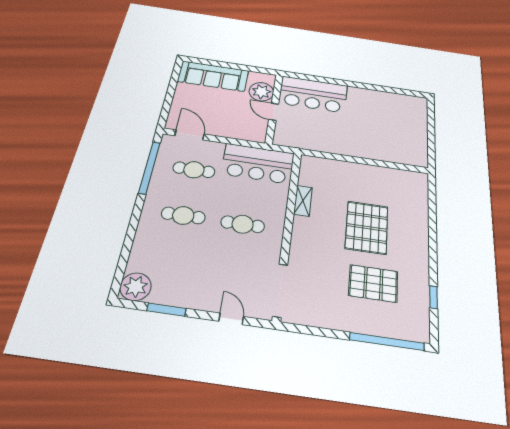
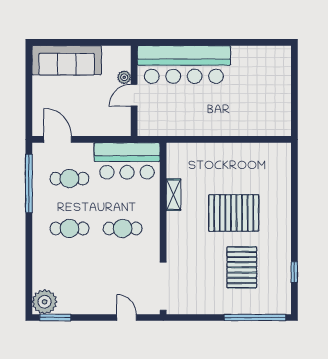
plant: (261, 92) -> (124, 77), width x0.53, depth x0.53
bar counter: (313, 94) -> (184, 65), width x1.36
door: (274, 112) -> (134, 95), hinge flipped
pallet: (367, 227) -> (234, 213), turned 90
pallet: (373, 283) -> (242, 267), turned 90
window: (166, 310) -> (55, 317), moved

